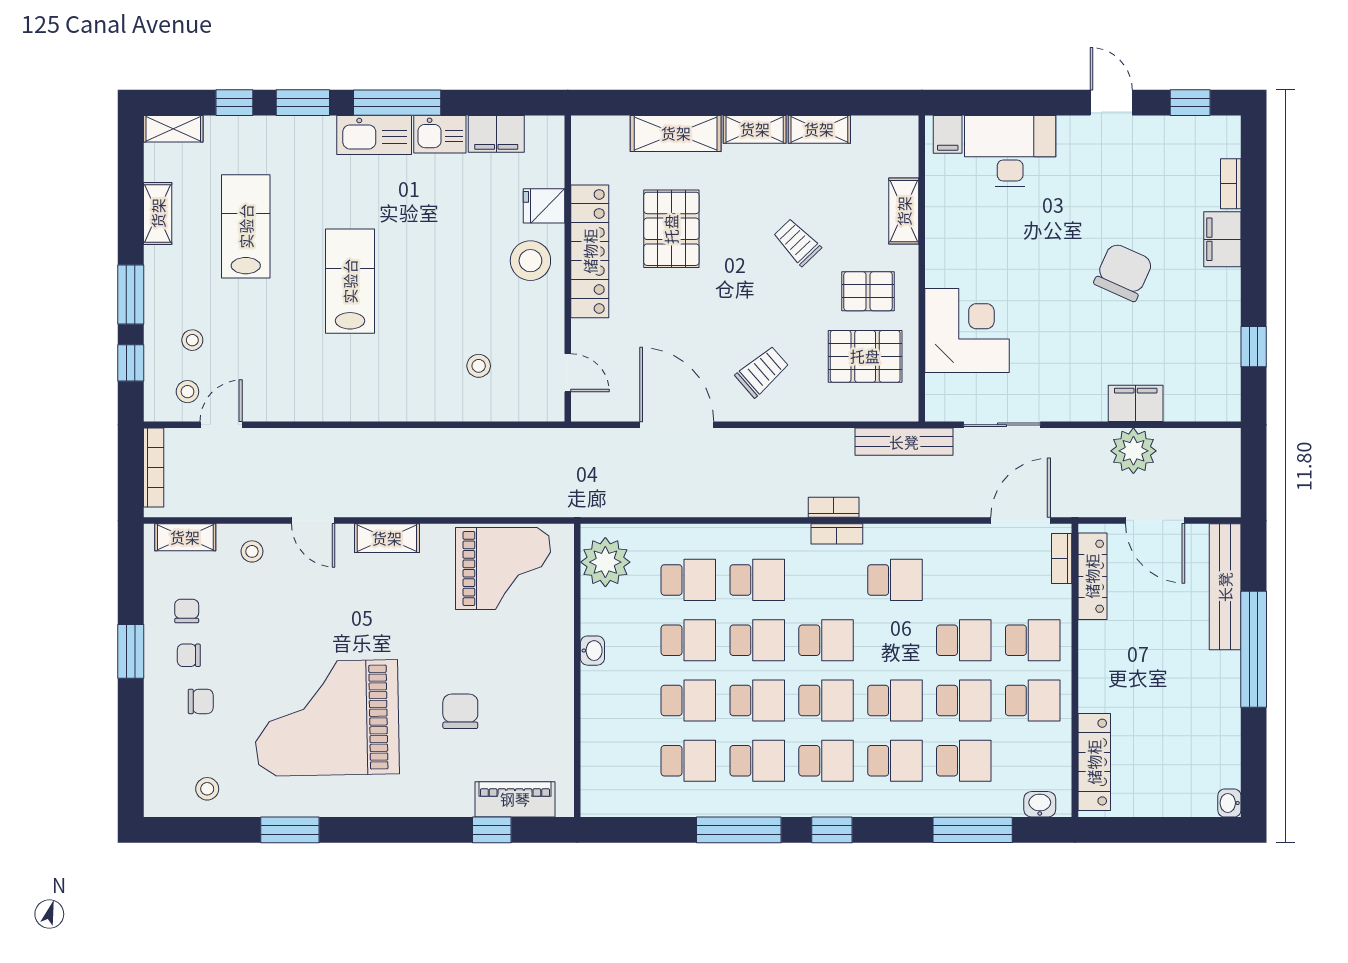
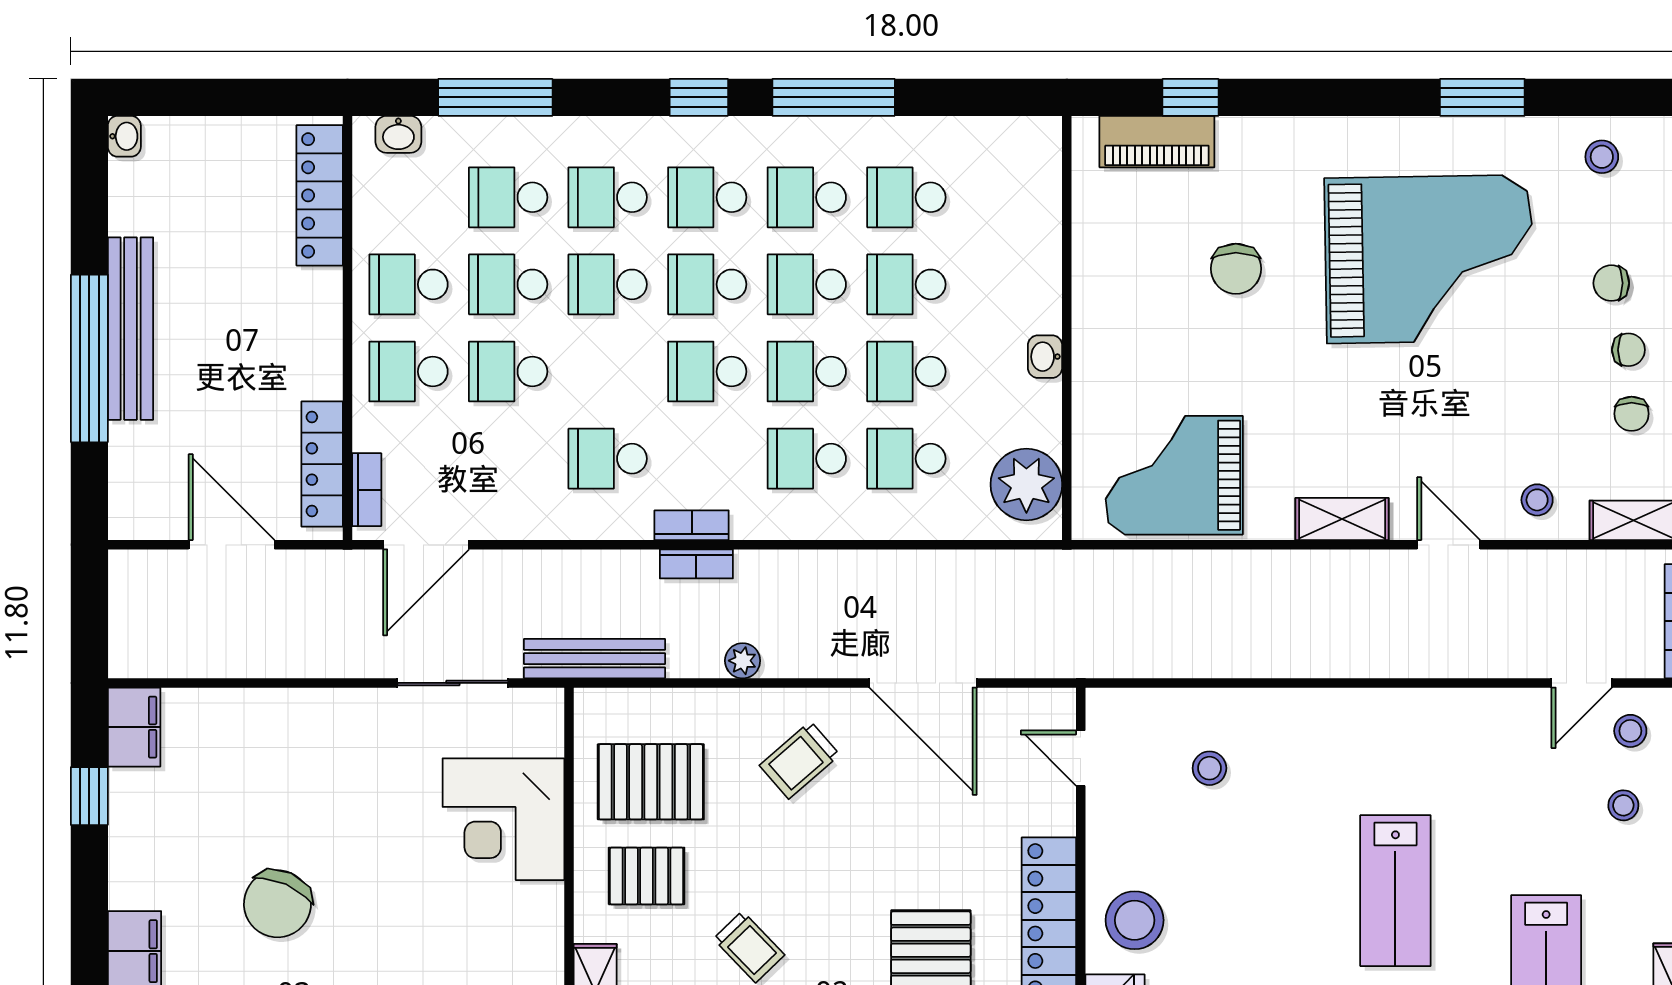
filing cabinet: (1136, 403) -> (134, 727), moved, turned -90
plant: (1133, 451) -> (743, 661), moved, width x0.53, depth x0.53
bench: (1225, 587) -> (131, 329), moved

